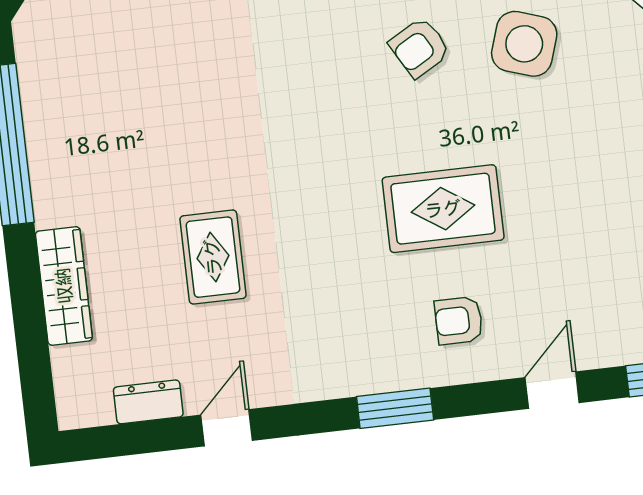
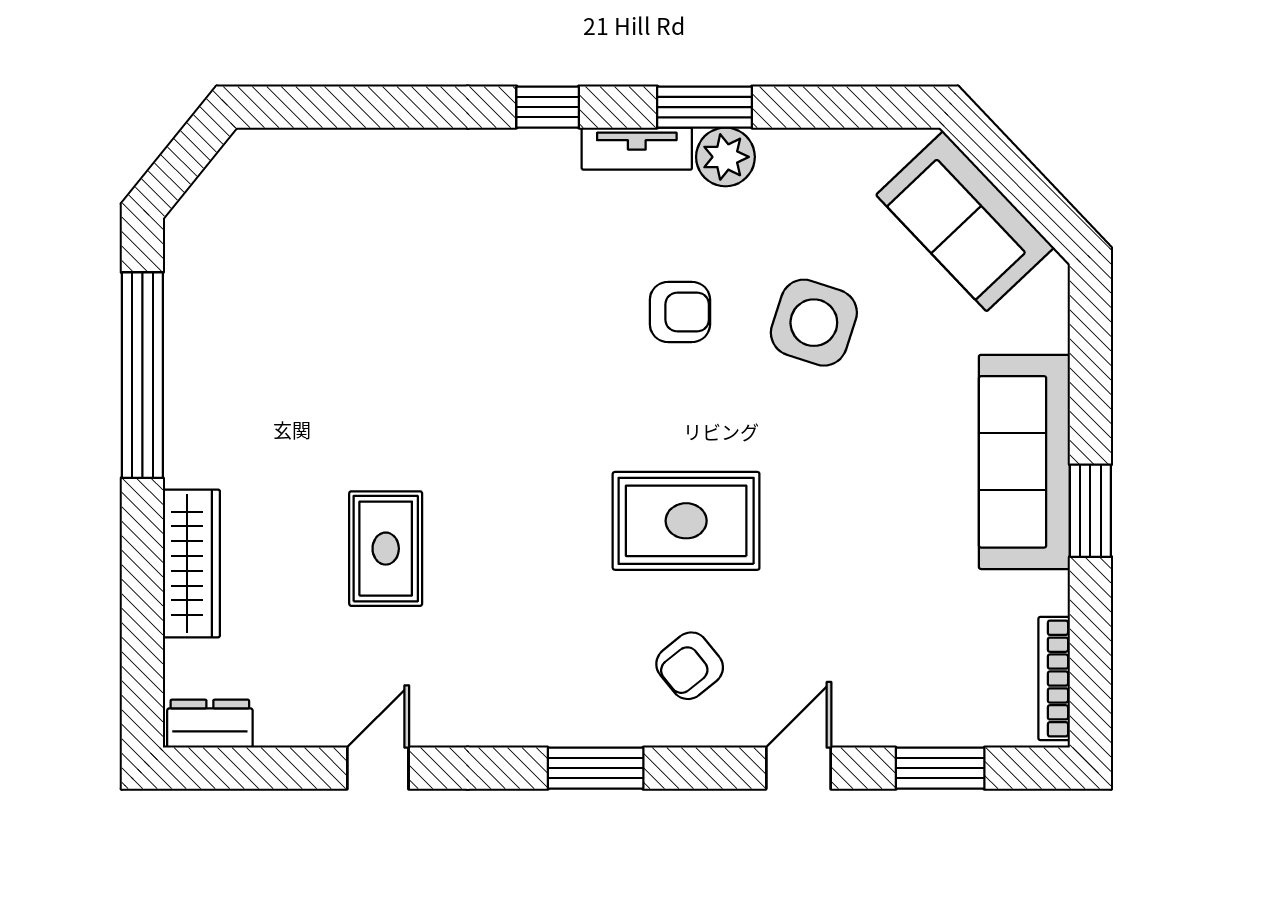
armchair: (420, 48) -> (680, 312), turned -150
armchair: (459, 321) -> (690, 666), turned -39
dresser: (148, 402) -> (210, 724), moved

